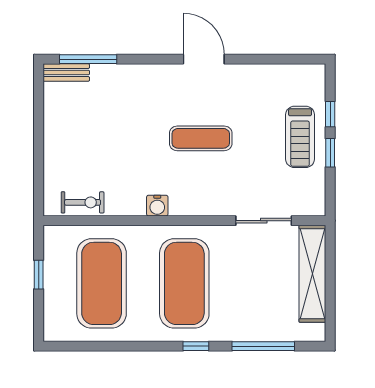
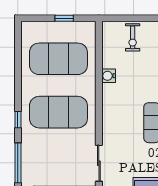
exercise bike: (83, 202) -> (133, 37), moved
water cooler: (157, 206) -> (109, 76), moved

